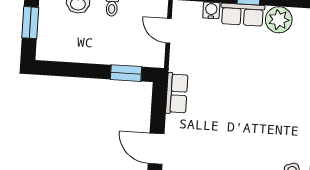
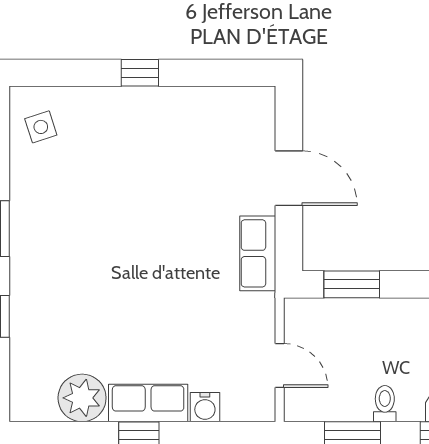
door: (156, 149) -> (289, 178), moved

